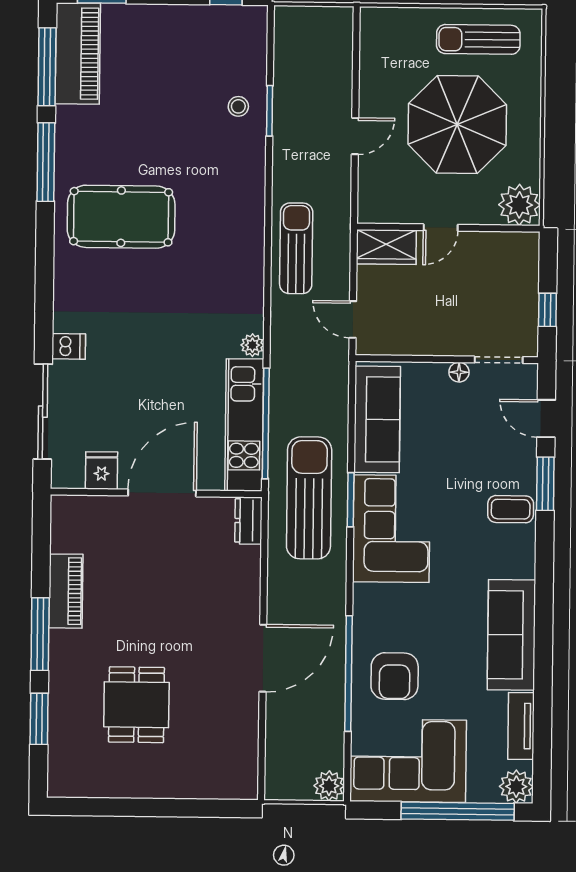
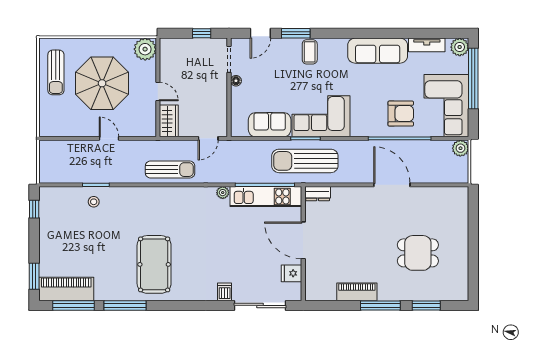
sun lounger: (296, 248) -> (170, 170), turned 180
sofa: (377, 419) -> (270, 125), width x0.73

